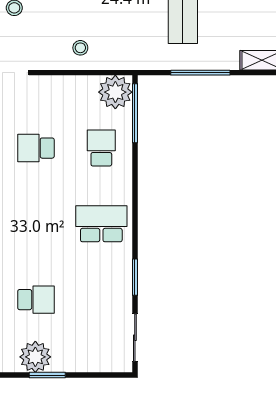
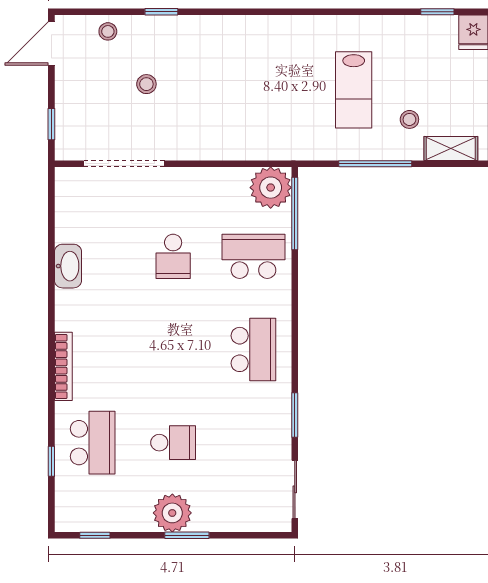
stool: (80, 48) -> (409, 119), moved
school desk: (36, 148) -> (173, 256), turned -90
school desk: (101, 148) -> (253, 256), width x1.85
school desk: (101, 224) -> (253, 349), turned 90

